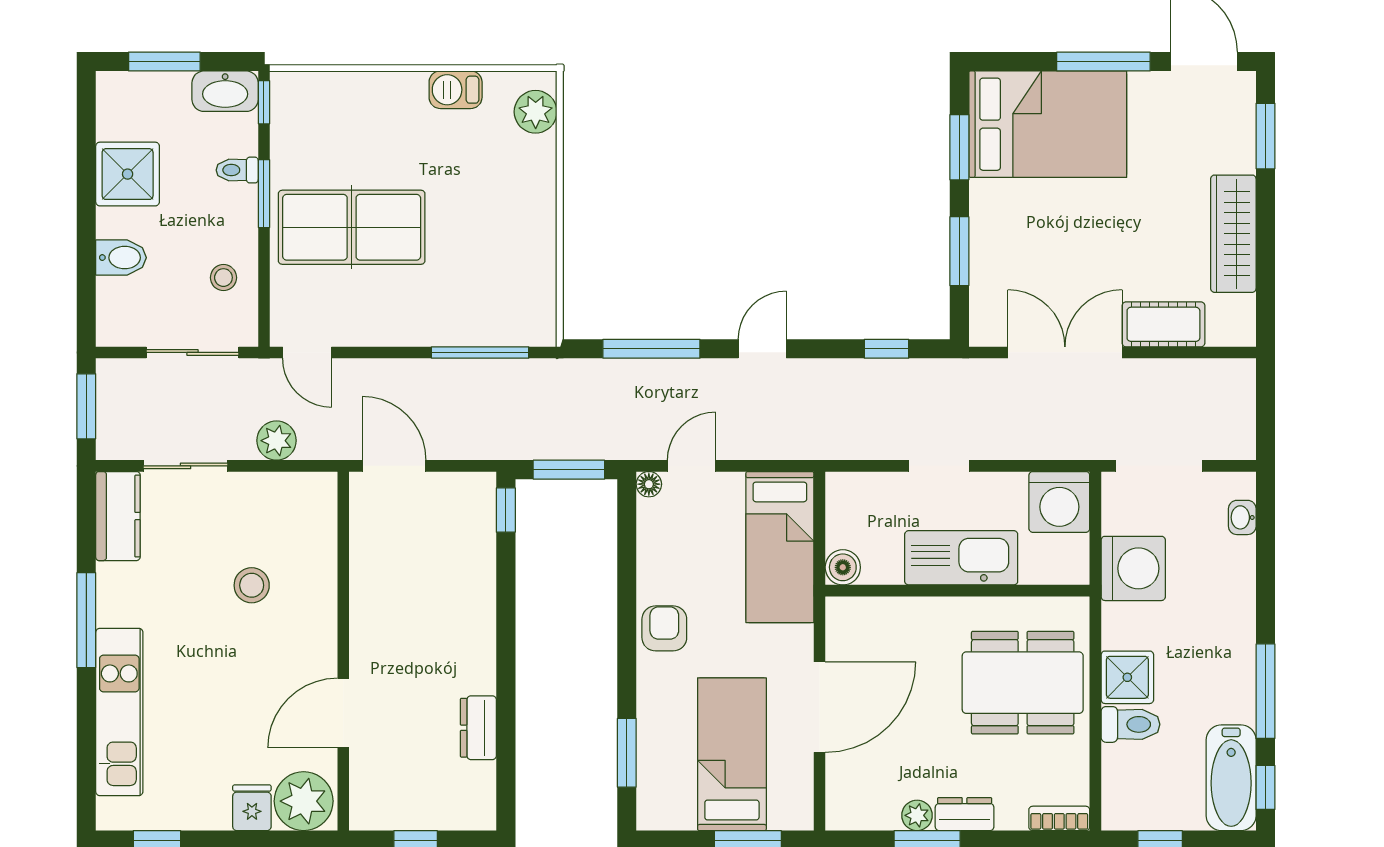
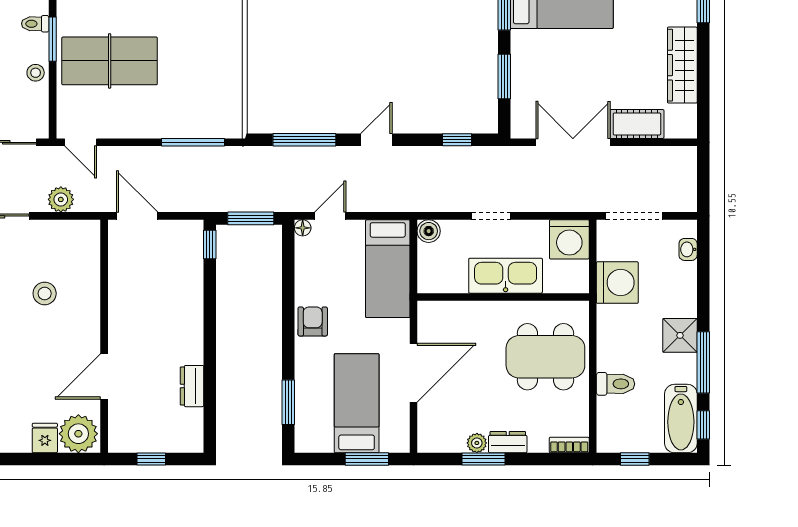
stool: (223, 278) -> (36, 73), moved
boiler: (843, 567) -> (429, 231), moved
shower: (1127, 677) -> (680, 335), moved

